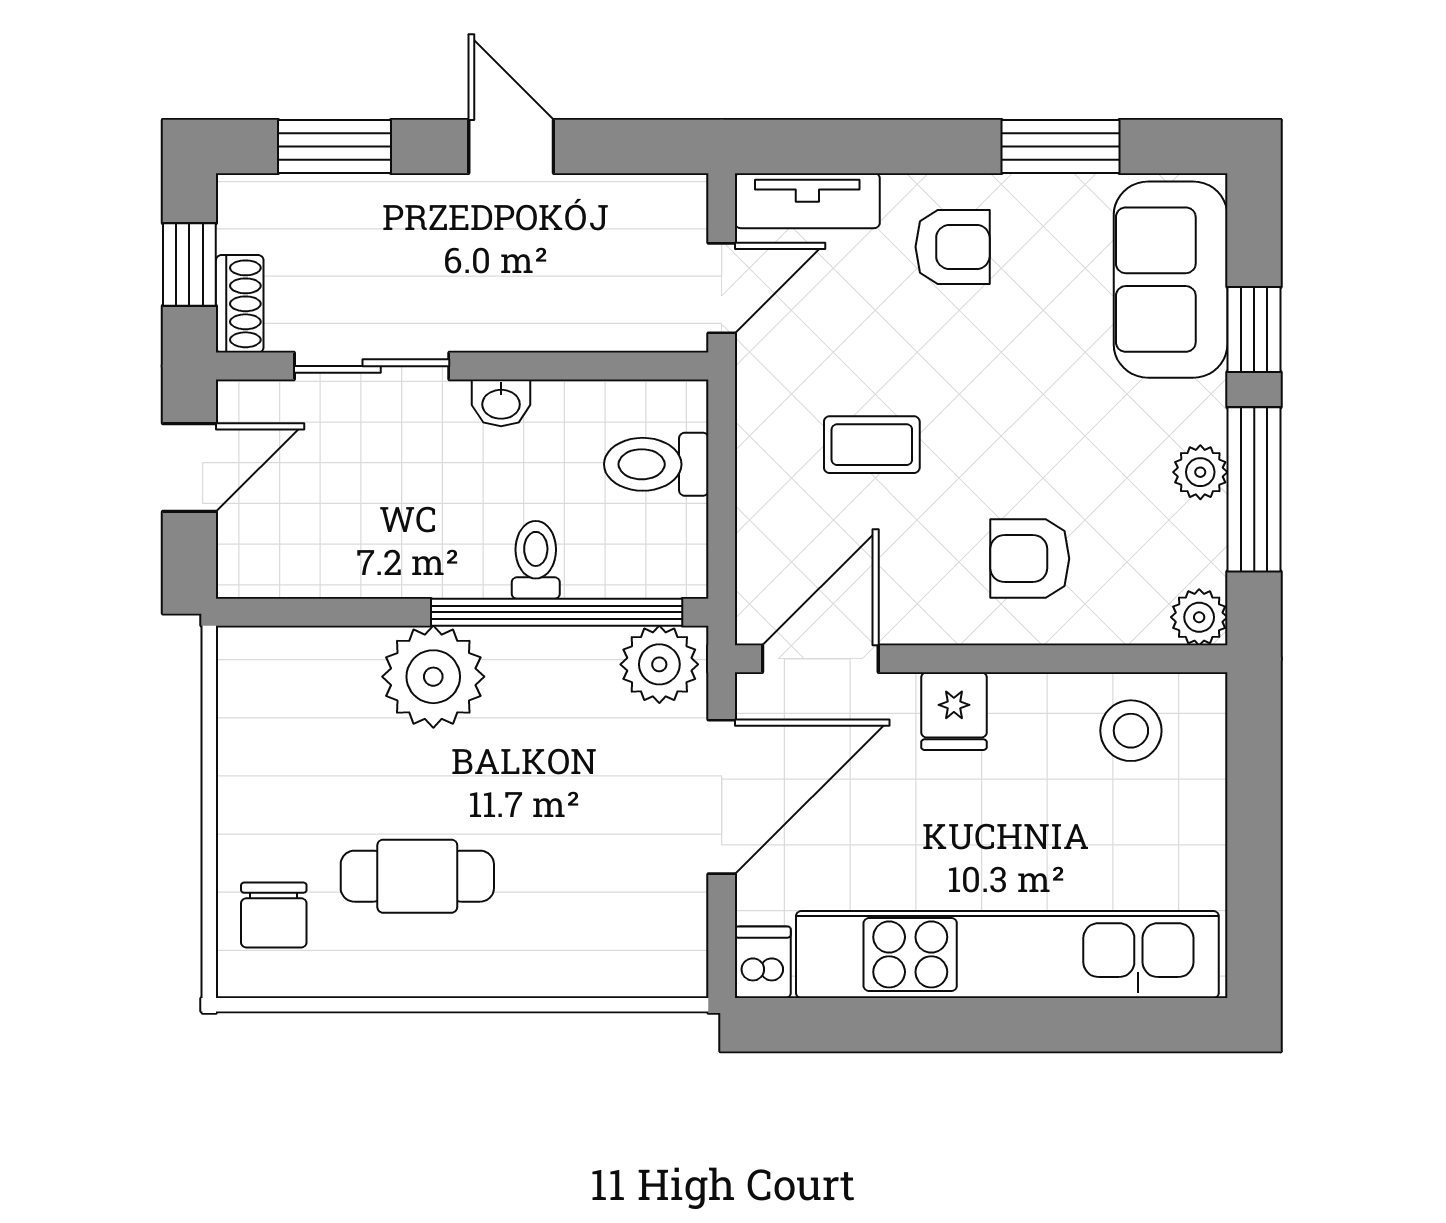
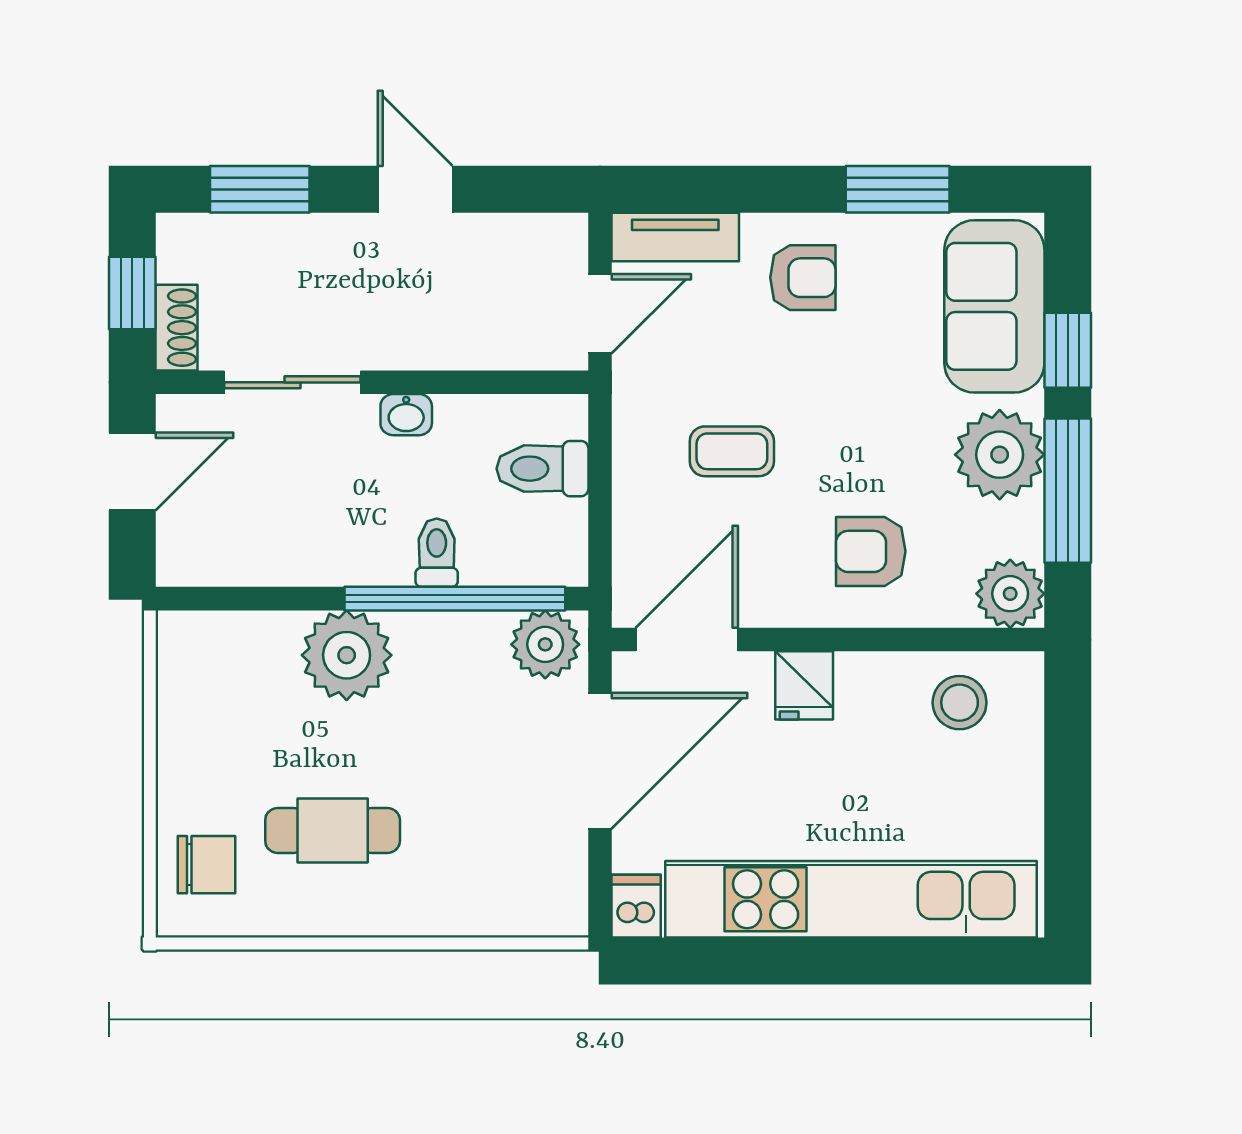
plant: (1200, 472) -> (1000, 455), width x1.87, depth x1.87
plant: (1199, 617) -> (1010, 594), width x1.38, depth x1.38
chair: (274, 915) -> (207, 865), turned -90

